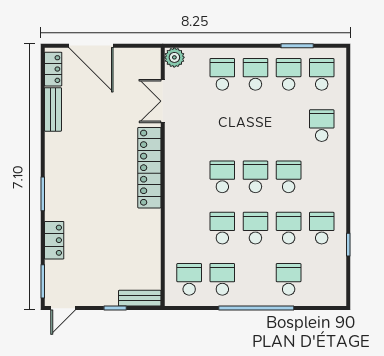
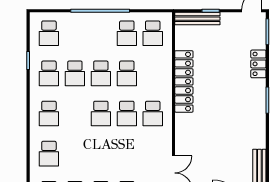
locker: (149, 168) -> (184, 81), moved
school desk: (189, 177) -> (153, 113), added
school desk: (289, 177) -> (49, 113), moved
school desk: (289, 279) -> (49, 33), moved
bench: (140, 298) -> (197, 19), width x1.36

